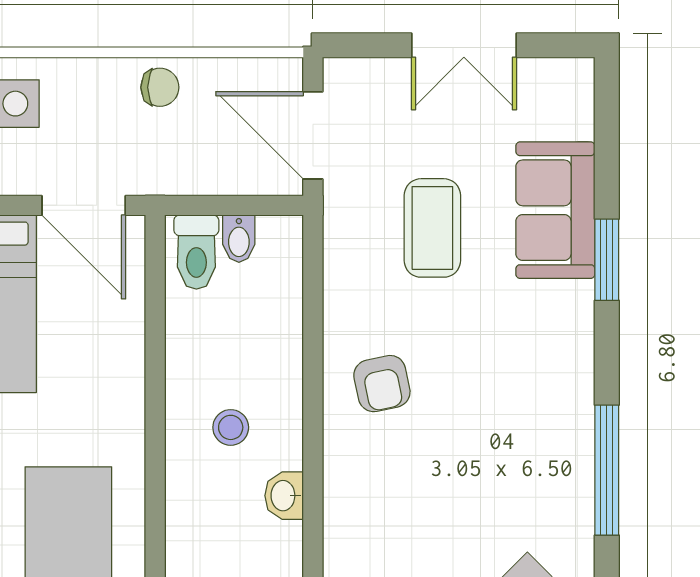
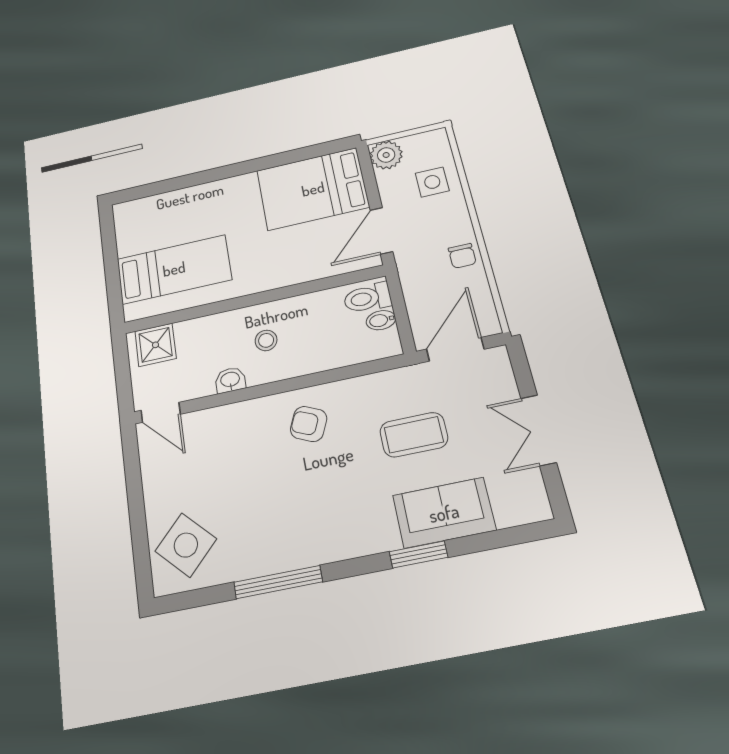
armchair: (382, 384) -> (309, 424), turned 36

